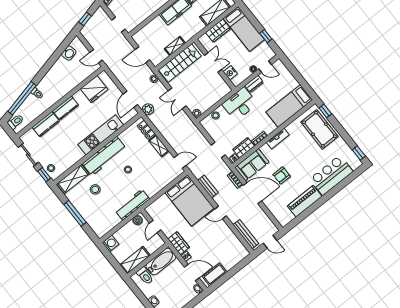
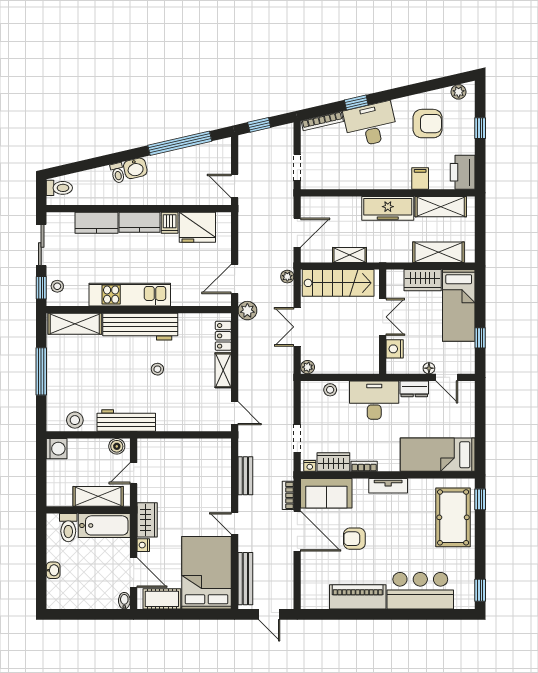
washbasin: (69, 53) -> (135, 168), moved
door: (142, 55) -> (297, 233), swing flipped
dishwasher: (80, 97) -> (170, 223), added
window: (22, 98) -> (180, 143), moved
kitchen unit: (101, 135) -> (130, 295), moved
stool: (95, 189) -> (75, 420), moved
bed: (190, 200) -> (206, 573), moved, turned 180
shelving: (135, 260) -> (98, 496), moved

